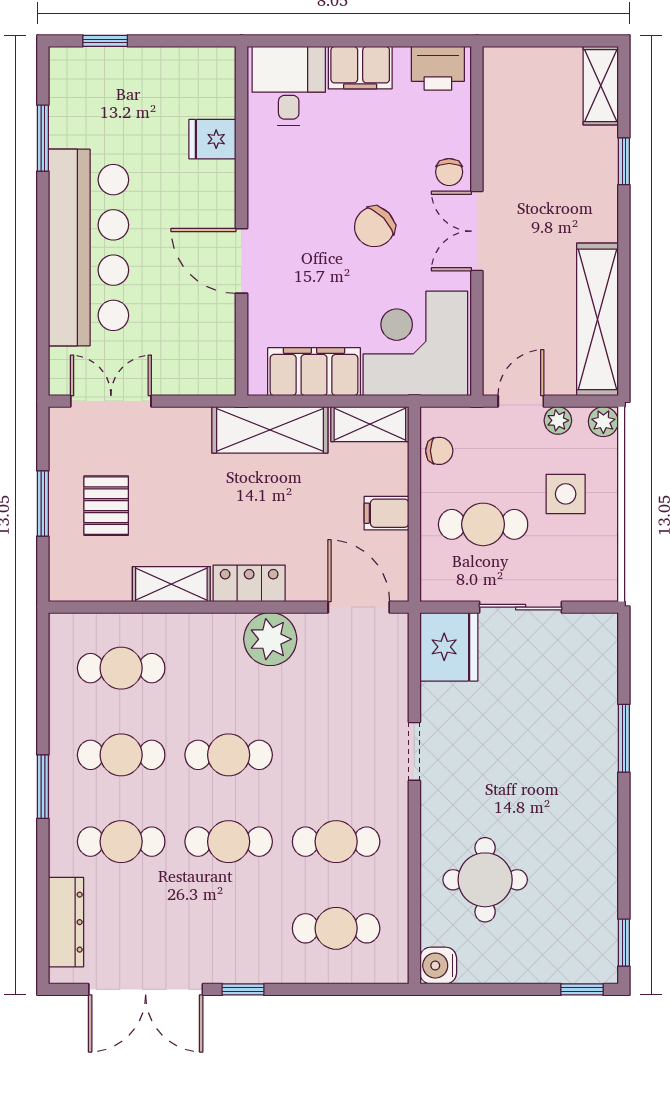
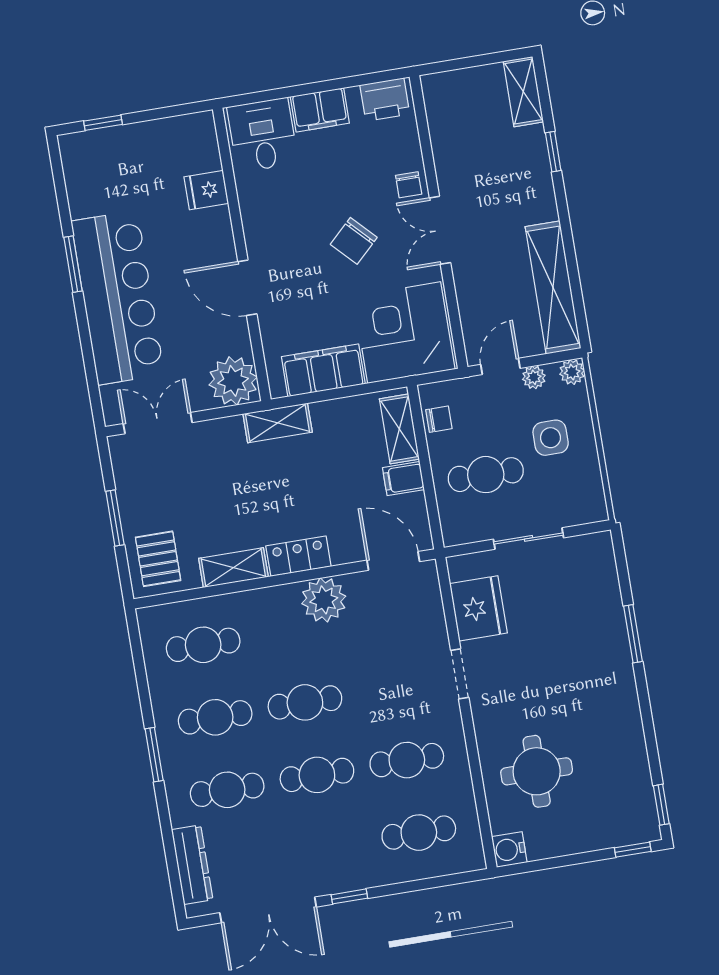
window: (43, 138) -> (73, 264), moved
plant: (207, 367) -> (233, 381), added
shelving: (370, 424) -> (399, 429), moved, turned 90
shelving: (270, 430) -> (278, 423), width x0.67, depth x0.75
pallet: (106, 506) -> (158, 559), moved
fridge: (449, 647) -> (478, 608), moved

